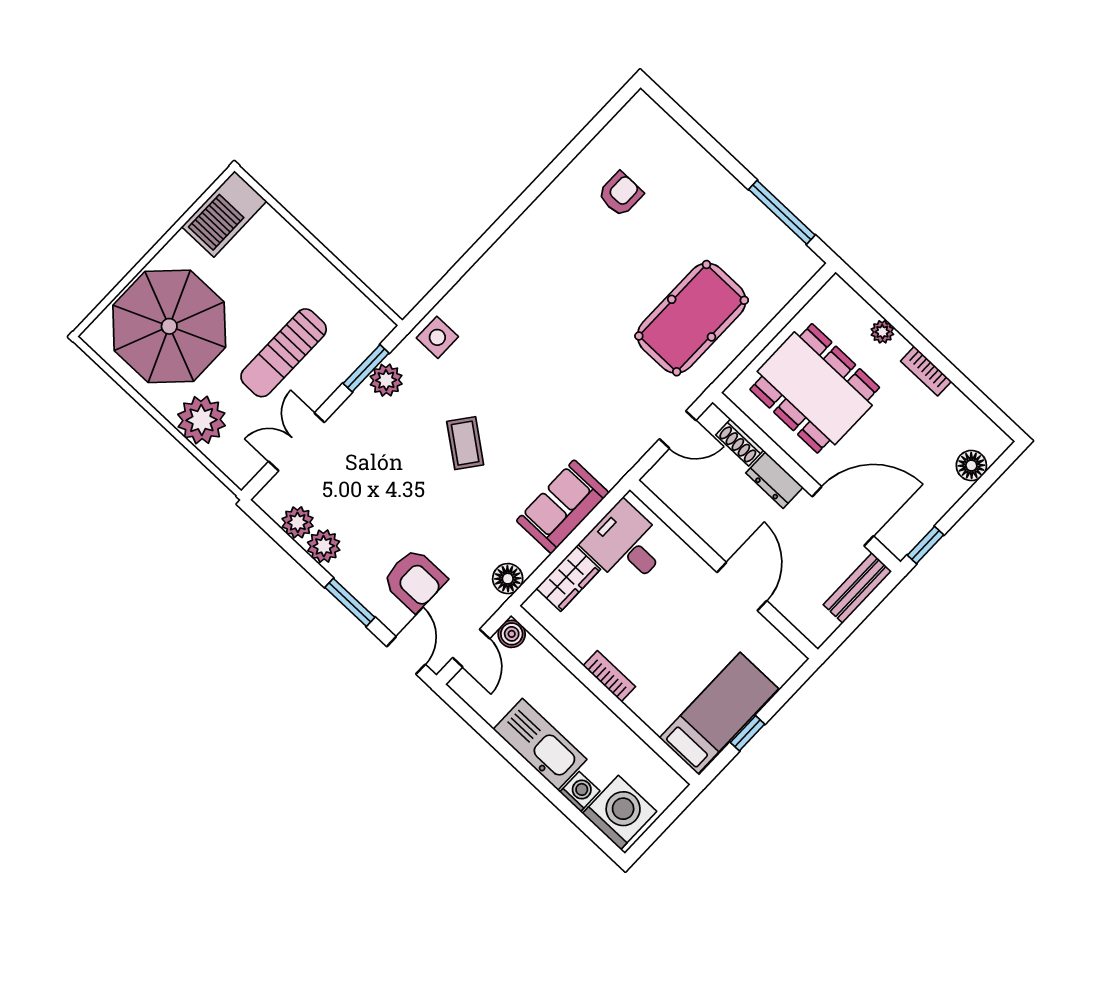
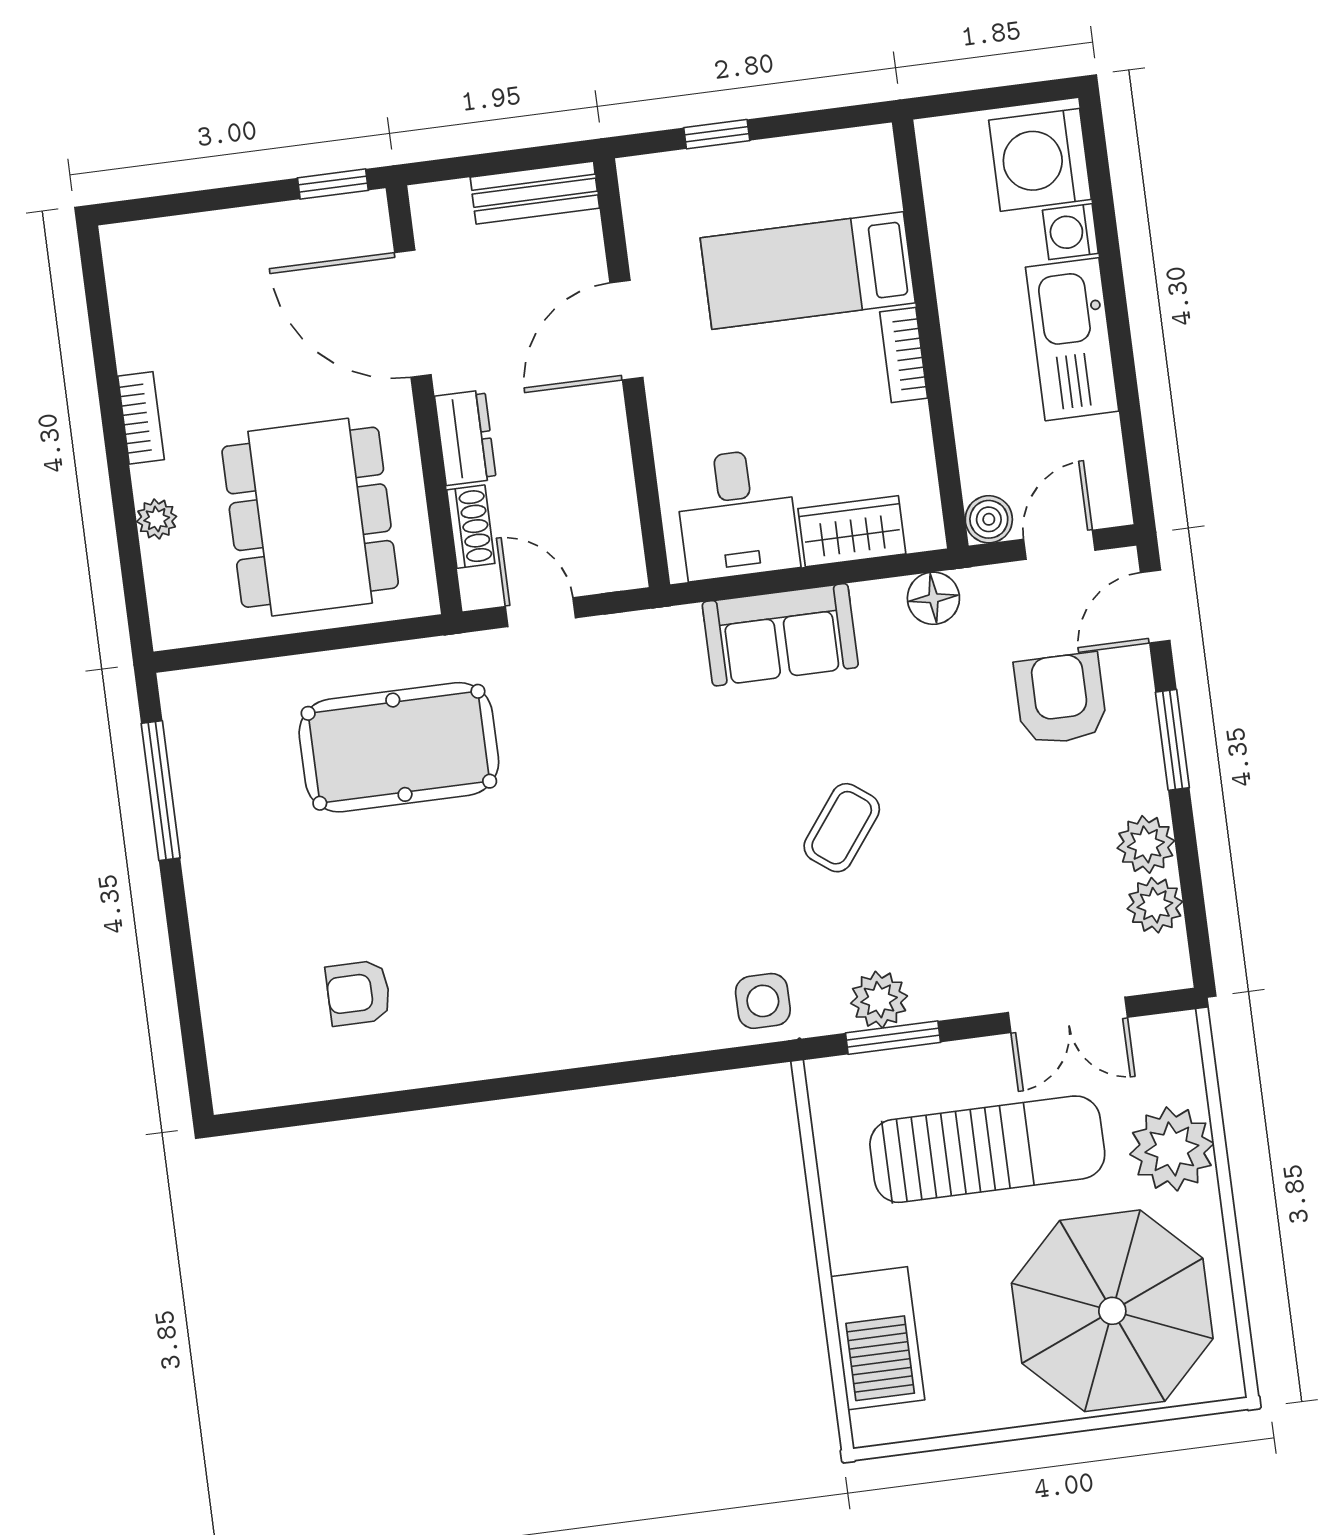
barbecue: (224, 214) -> (878, 1338), moved, turned 90
sun lounger: (284, 353) -> (987, 1149), width x1.36, depth x1.34
floor lamp: (971, 466) -> (184, 241), removed
bench: (858, 588) -> (535, 193), moved
bed: (719, 713) -> (808, 270), moved
window: (747, 733) -> (717, 134), moved

